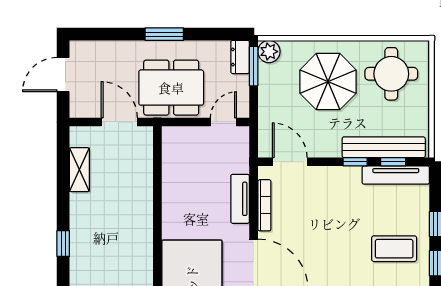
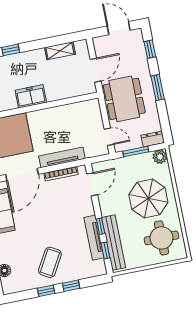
window: (104, 34) -> (150, 49), added
window: (254, 66) -> (136, 151), moved
tv unit: (396, 175) -> (94, 238), moved
tv unit: (240, 199) -> (62, 157), width x1.41
freezer: (139, 227) -> (31, 96), added
coffee table: (394, 249) -> (50, 262), turned 30

